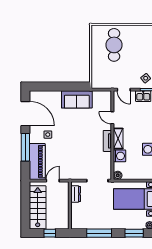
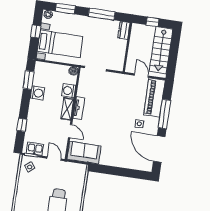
sofa: (77, 99) -> (84, 153), moved
door: (53, 181) -> (141, 76), swing flipped
dresser: (76, 194) -> (124, 30), moved

